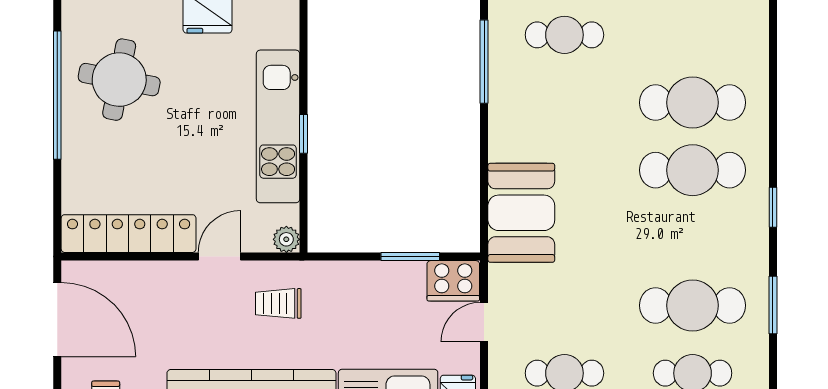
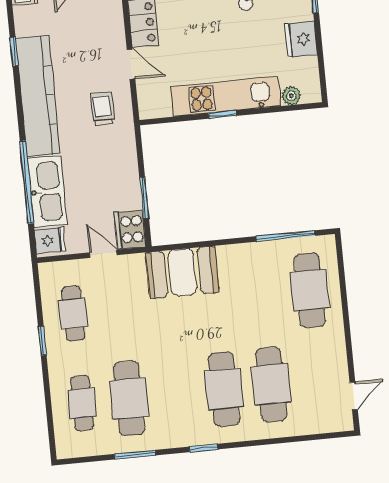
cafe table: (564, 35) -> (310, 290), width x1.37, depth x1.35
plant: (286, 239) -> (291, 96), moved

